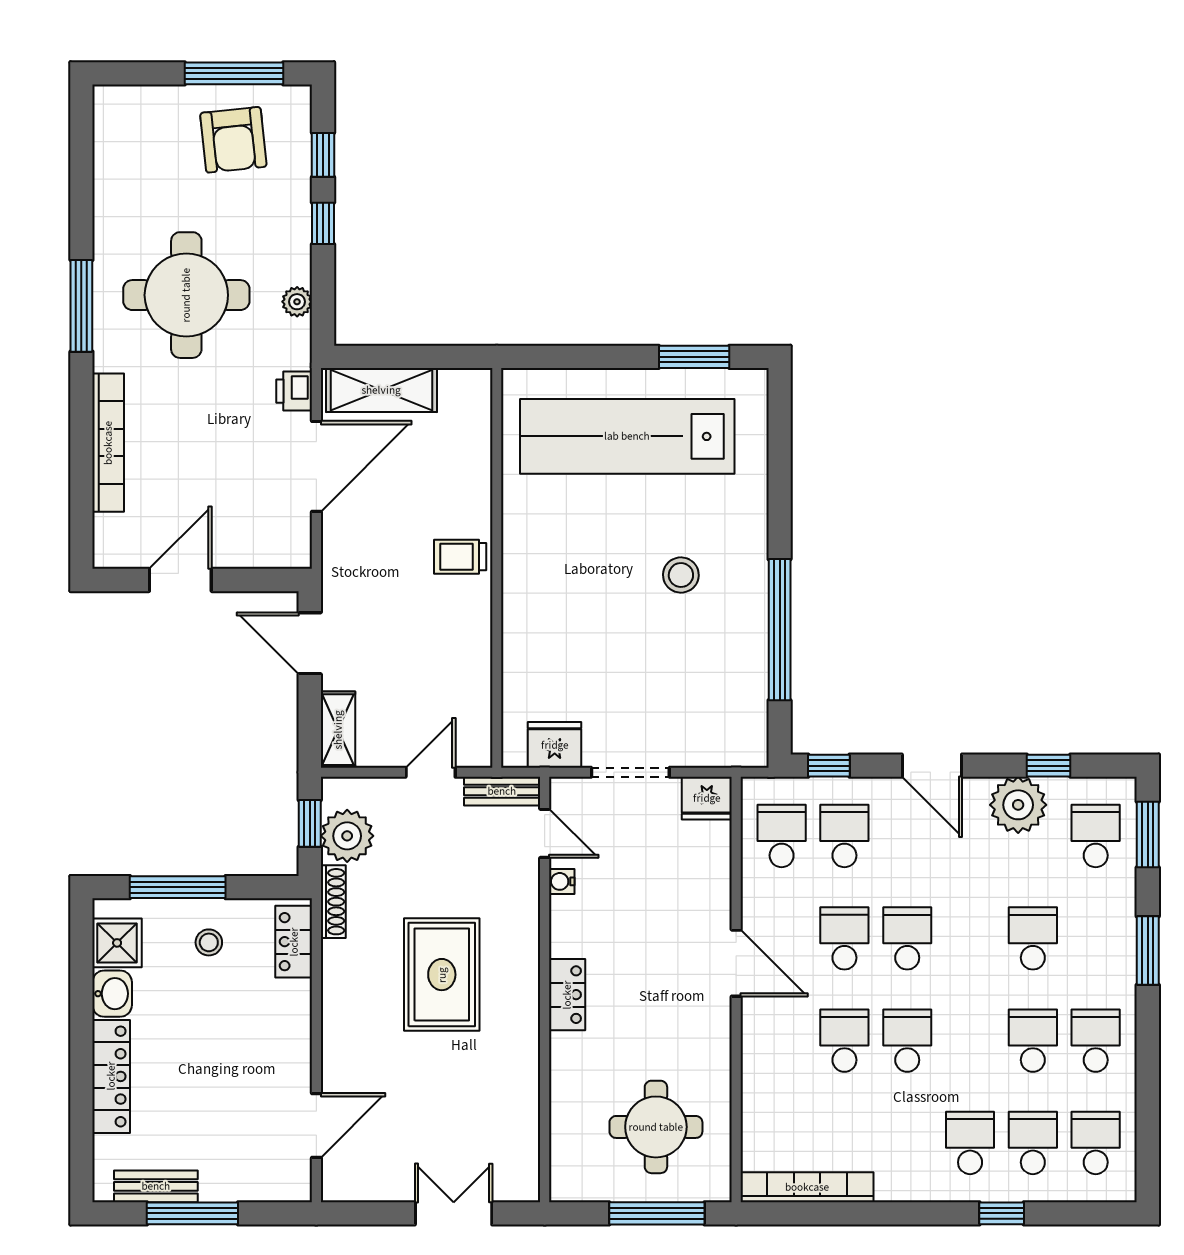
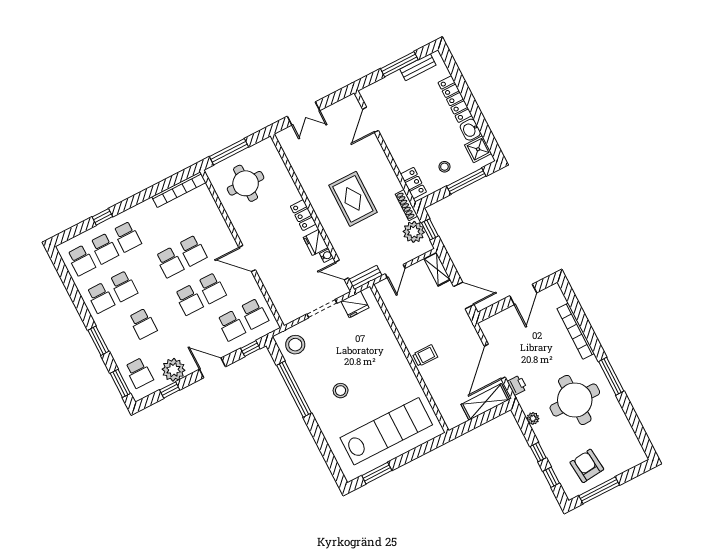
stool: (728, 724) -> (295, 345), added
fridge: (707, 798) -> (316, 242), moved, turned -90

